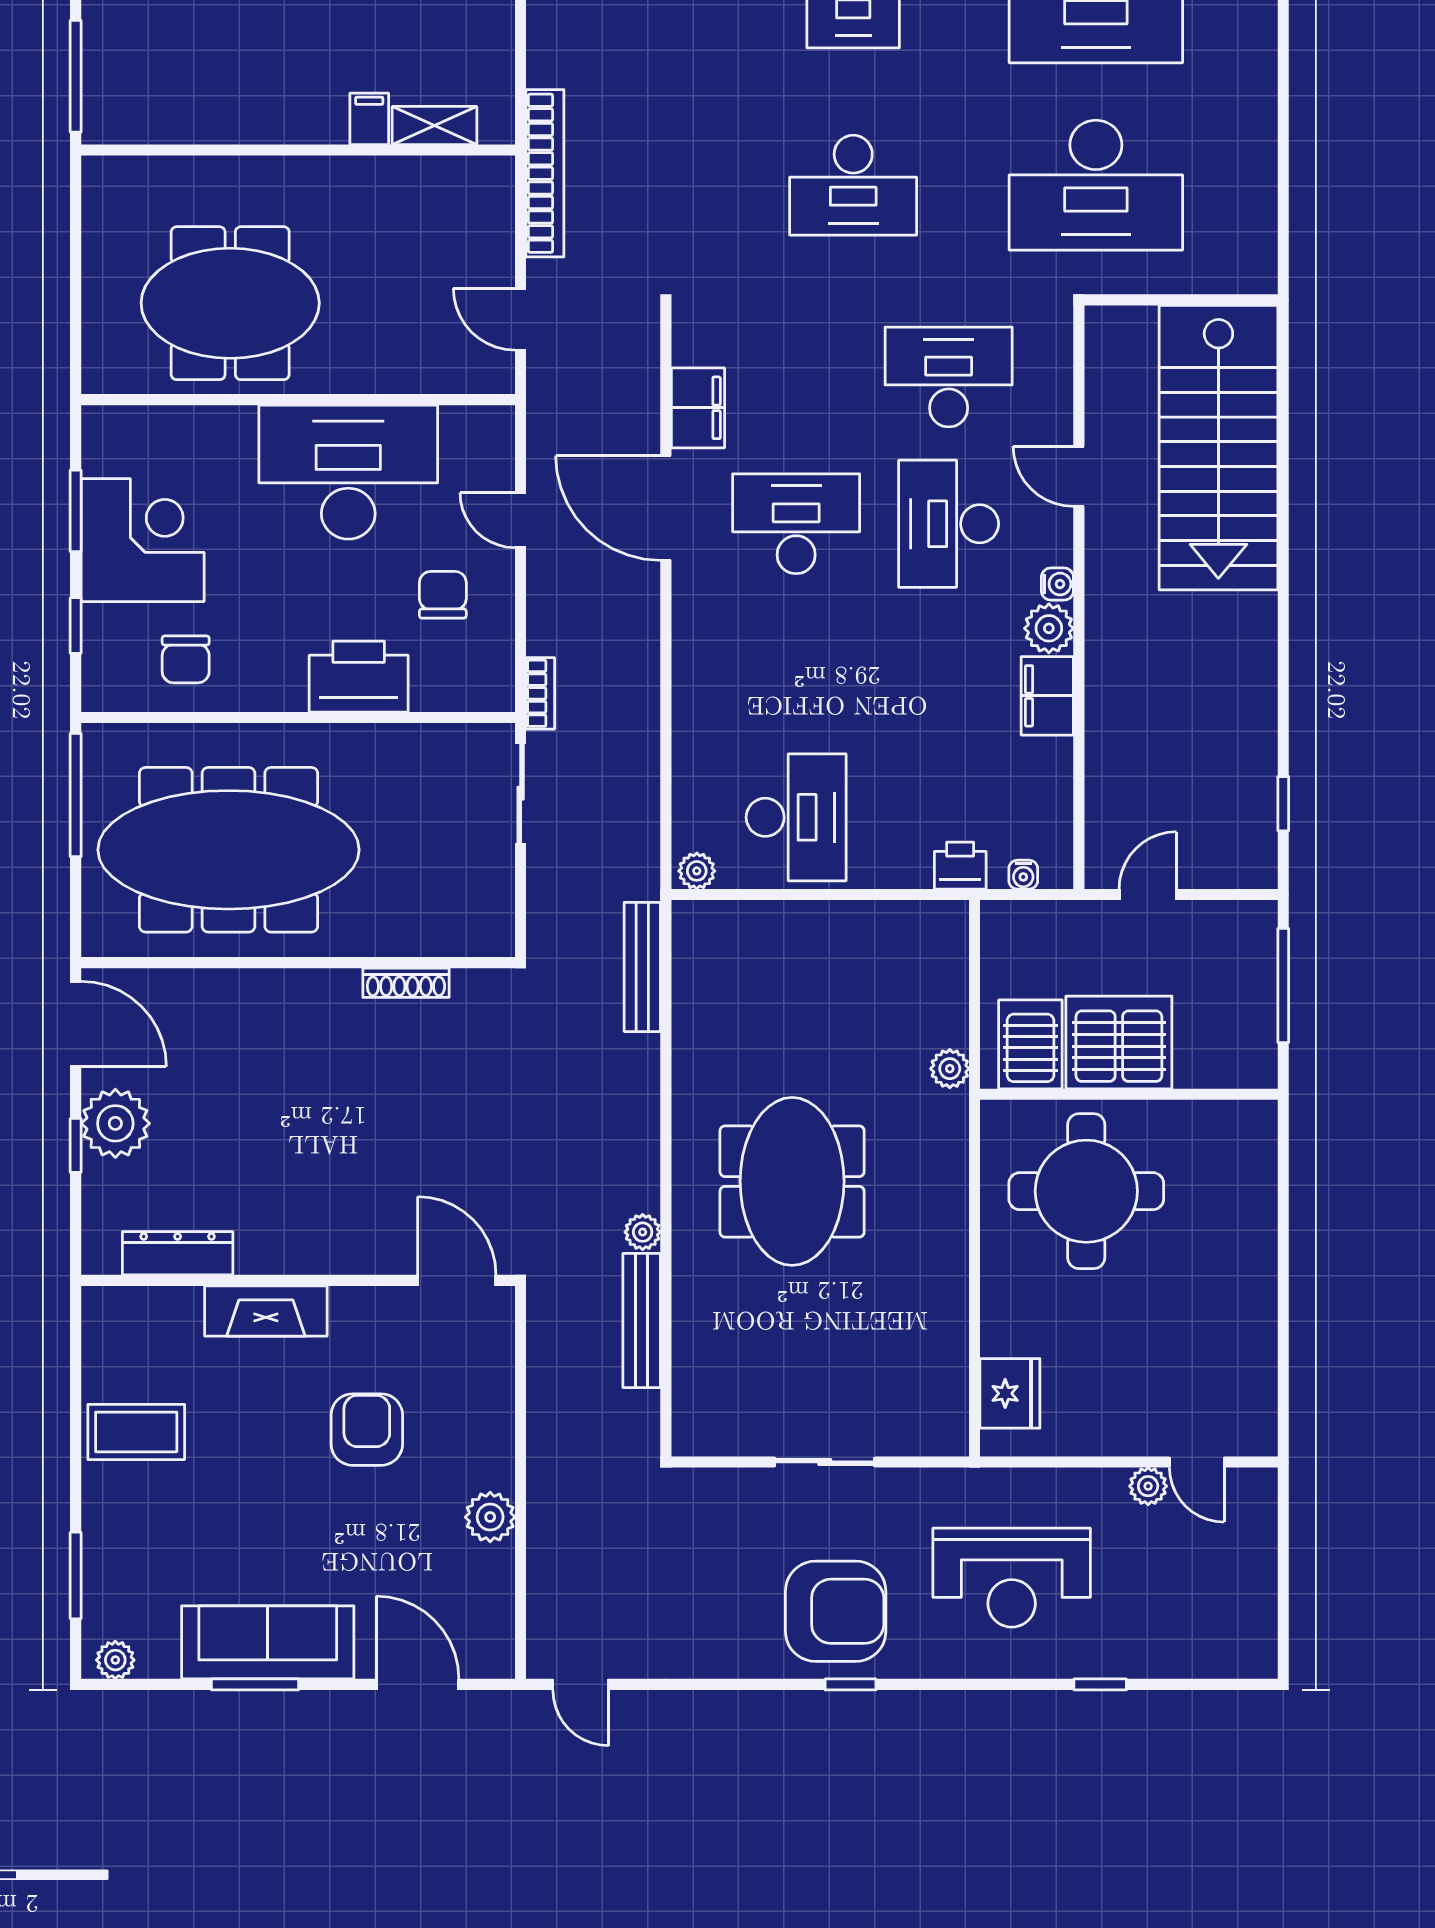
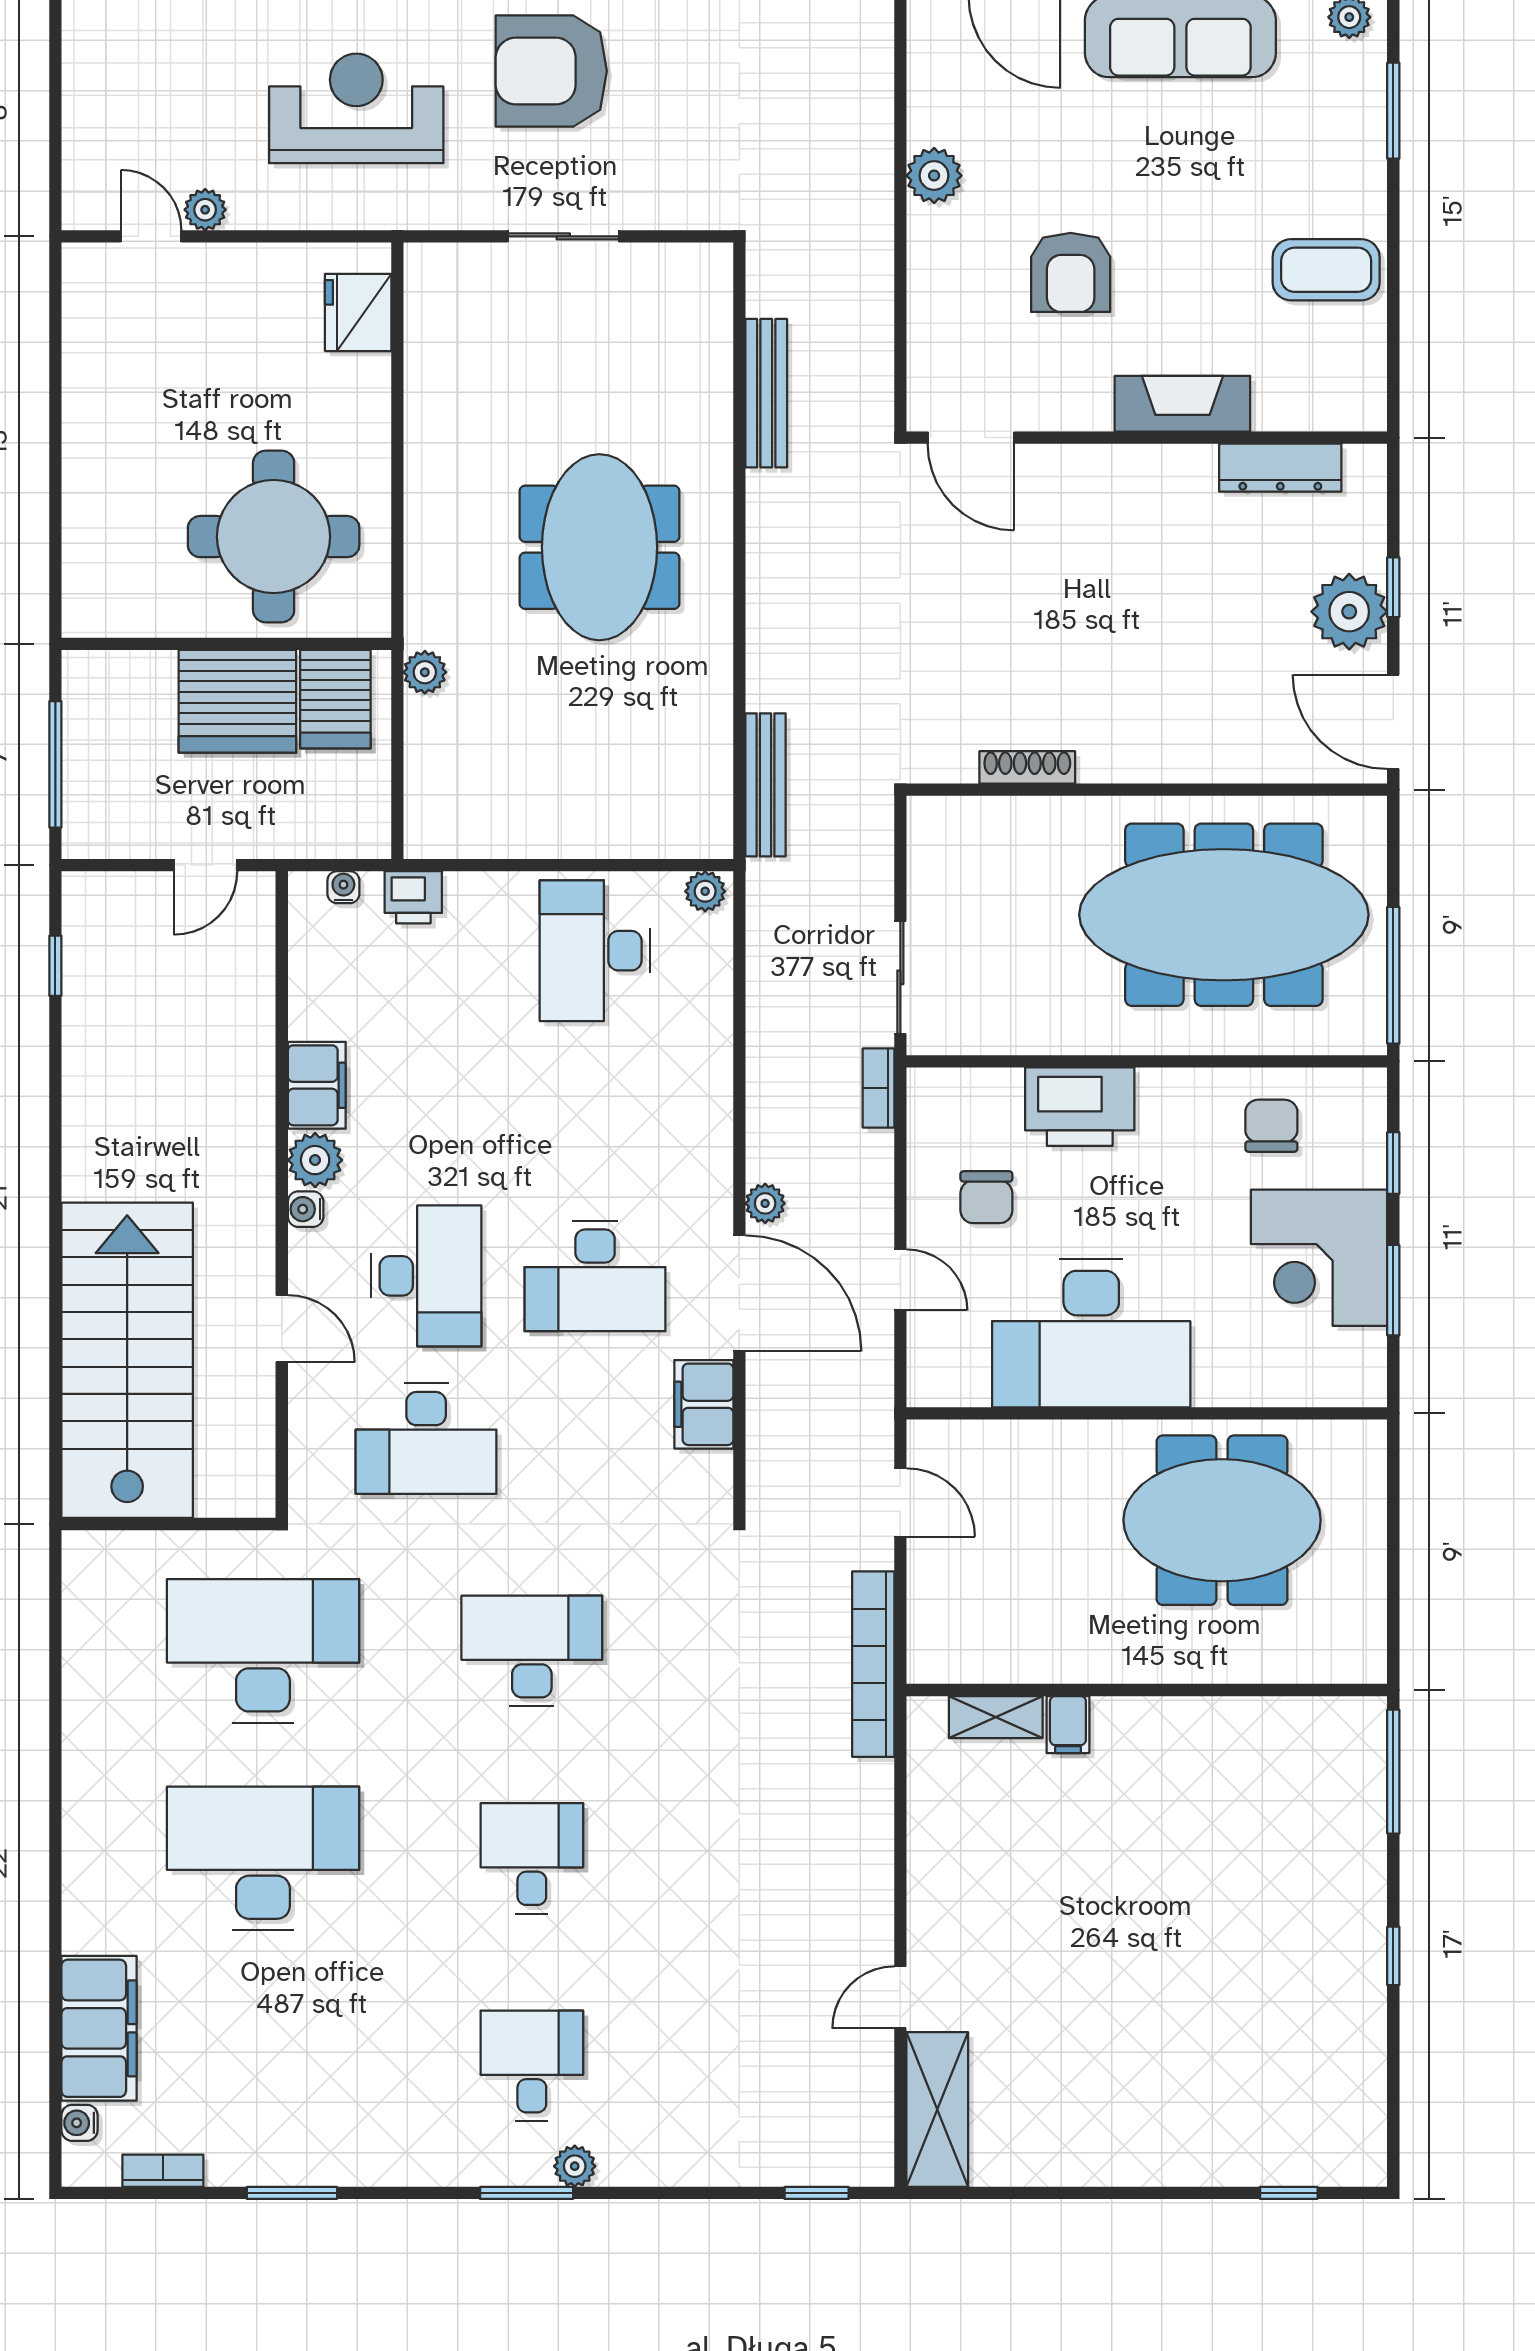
plant: (643, 1232) -> (765, 1203), moved

